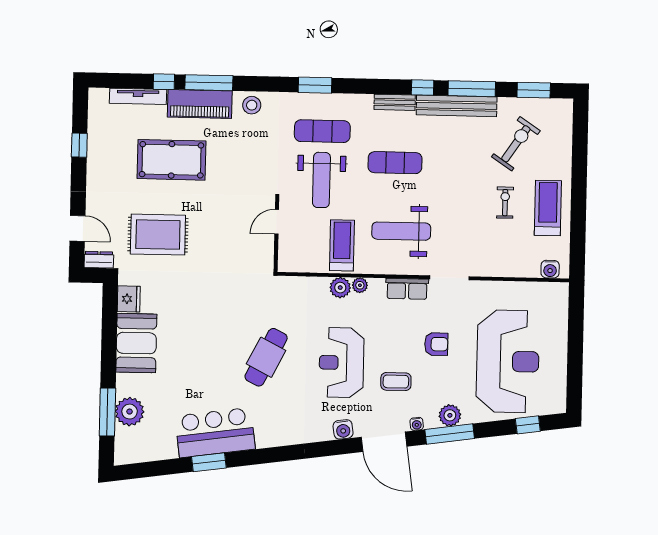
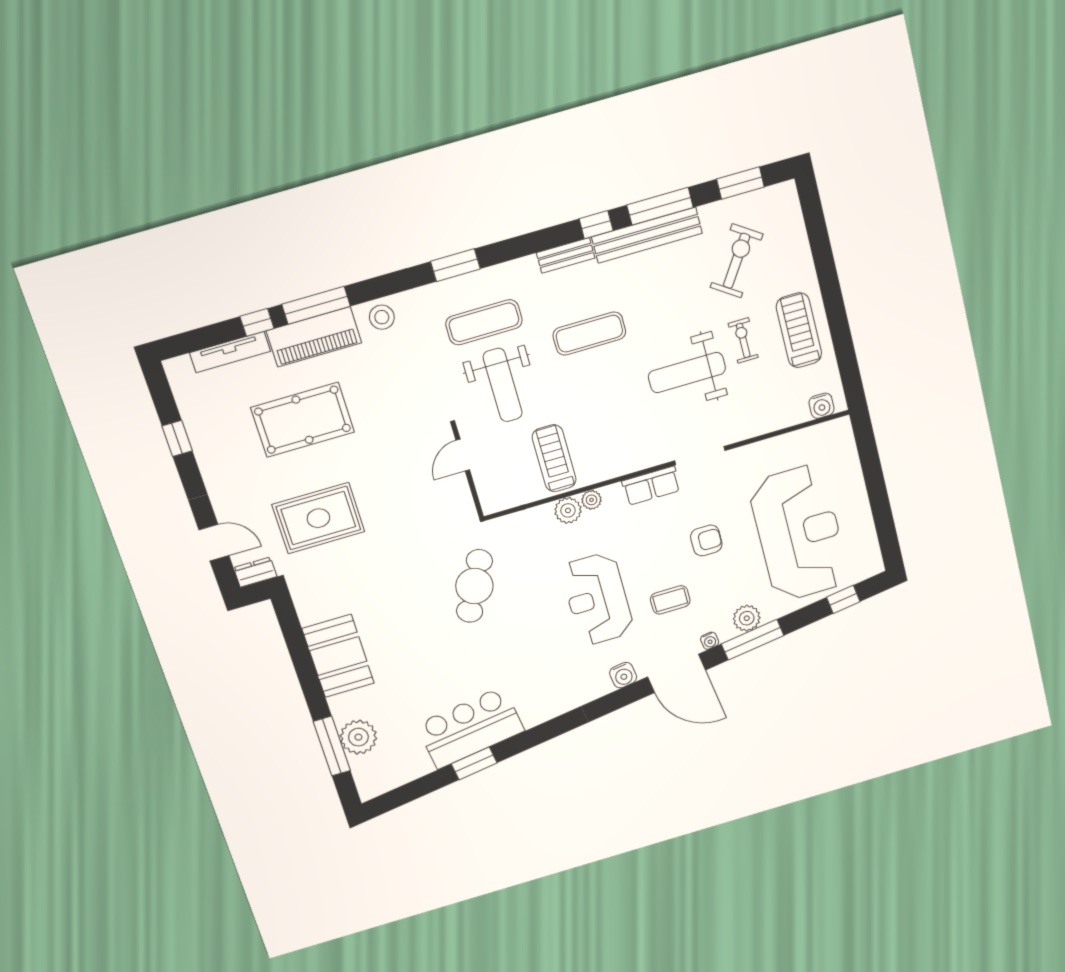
weight bench: (401, 231) -> (687, 373), moved
fridge: (129, 299) -> (310, 607), removed
cafe table: (266, 357) -> (474, 586), moved

